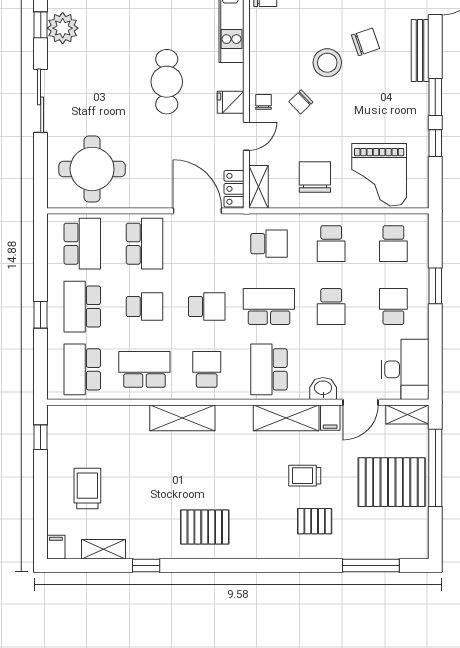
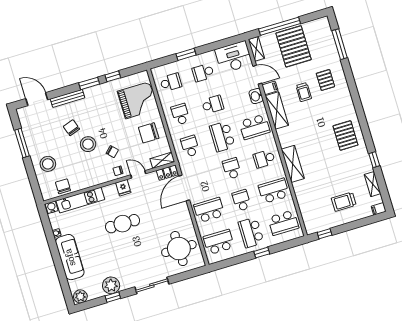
school desk: (331, 244) -> (180, 114), turned -90
school desk: (82, 307) -> (251, 232), turned 90
school desk: (144, 369) -> (274, 191), turned 90

